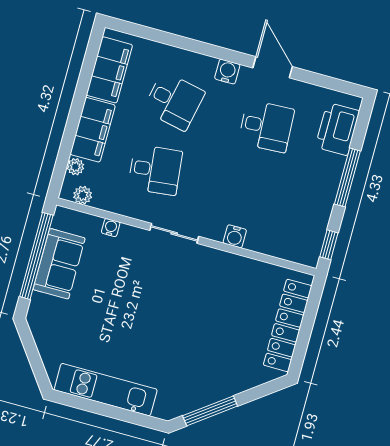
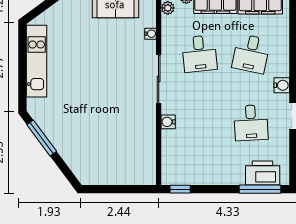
window: (347, 177) -> (260, 189), moved
sliding door: (174, 233) -> (159, 79), width x1.37
locker: (288, 325) -> (116, 176), removed

